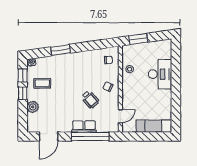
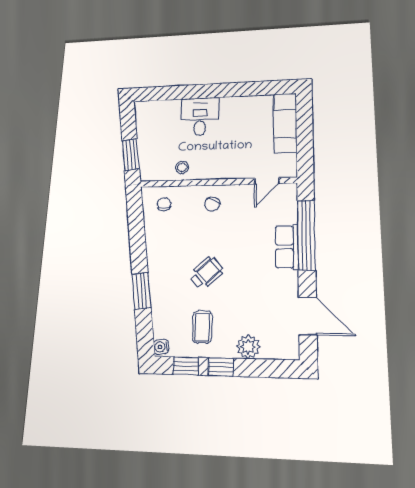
desk: (160, 74) -> (200, 117), width x0.73
wheelchair: (90, 99) -> (206, 273), moved
door: (120, 116) -> (267, 181), swing flipped

